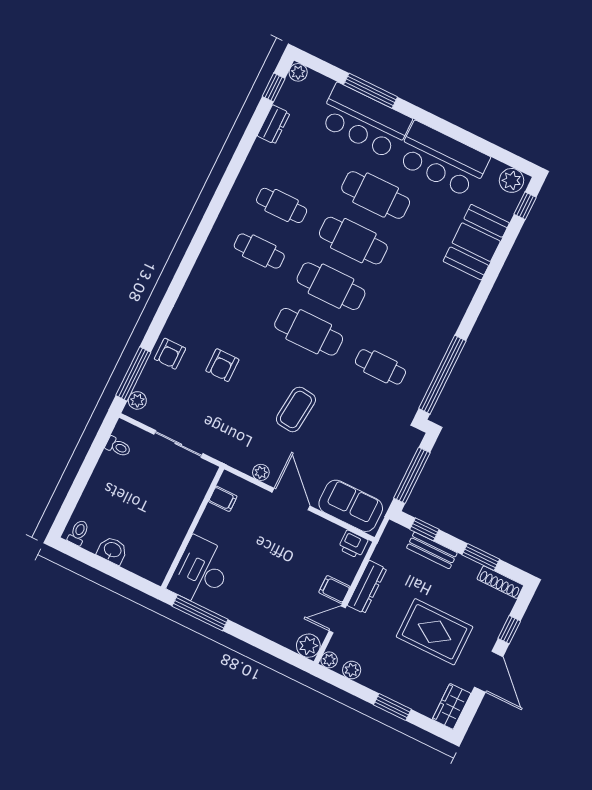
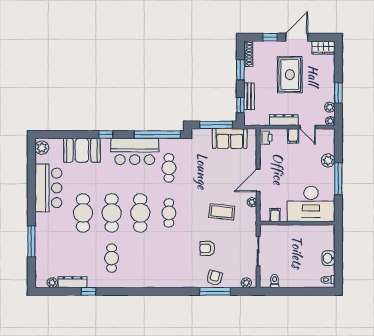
plant: (298, 72) -> (52, 283), moved
window: (274, 87) -> (88, 291), moved
bar counter: (365, 121) -> (135, 151), moved, turned 90
dresser: (274, 124) -> (73, 282), width x1.44
window: (525, 206) -> (106, 135), moved
cafe table: (259, 251) -> (140, 258), removed
cafe table: (309, 332) -> (169, 213), width x0.73, depth x0.74
armchair: (170, 354) -> (214, 278), turned -74
armchair: (222, 365) -> (207, 248), turned 180
window: (133, 374) -> (215, 291), moved
coffee table: (296, 409) -> (222, 212), moved
sofa: (351, 506) -> (230, 138), moved, turned -90
desk: (201, 572) -> (311, 204), width x1.36, depth x1.30
window: (200, 613) -> (338, 179), moved
plant: (308, 646) -> (328, 160), moved
window: (392, 707) -> (338, 93), moved

